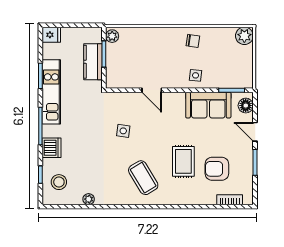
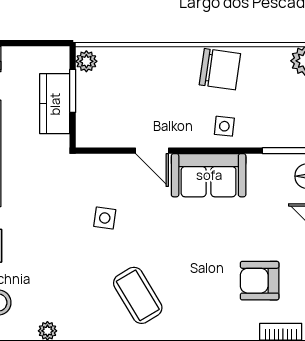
chair: (193, 41) -> (220, 69), width x1.87, depth x1.87
sofa: (208, 105) -> (209, 175), moved
rug: (183, 161) -> (204, 268), removed

